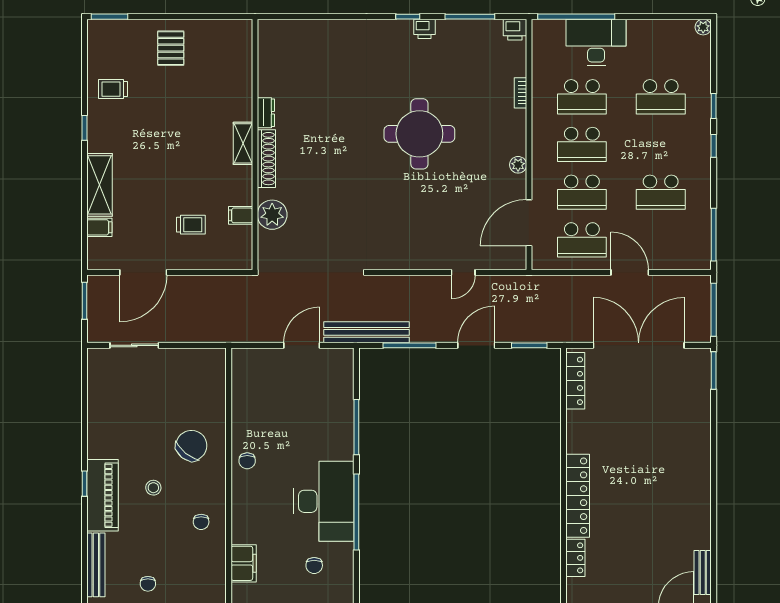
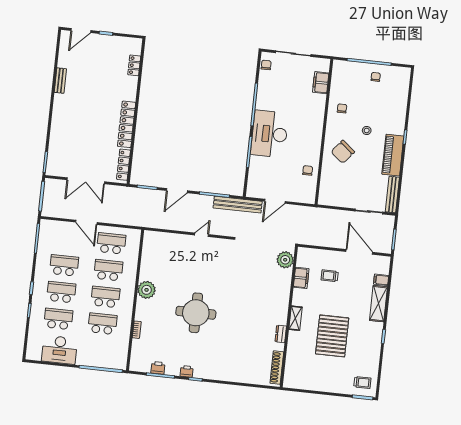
plant: (703, 27) -> (30, 355), removed
printer: (515, 30) -> (158, 368), moved
desk: (596, 42) -> (60, 350), moved
pallet: (171, 48) -> (332, 336), moved, width x2.05, depth x2.00
trolley: (113, 89) -> (362, 382), moved
school desk: (661, 144) -> (61, 292), added
shoe rack: (266, 159) -> (277, 368), moved
plant: (518, 165) -> (147, 290), width x1.88, depth x1.88
filing cabinet: (241, 215) -> (301, 278), width x2.00
plant: (272, 215) -> (285, 260), moved
door: (529, 223) -> (140, 256), removed
door: (143, 272) -> (359, 252), hinge flipped
door: (463, 272) -> (202, 235), moved
double door: (639, 345) -> (86, 181), width x0.73
chair: (247, 461) -> (308, 170), moved
piano: (103, 495) -> (393, 155), moved
locker: (578, 496) -> (127, 124), moved
desk: (324, 501) -> (269, 134), moved
bench: (96, 565) -> (392, 195), moved
chair: (314, 565) -> (266, 65), moved
bench: (703, 573) -> (60, 81), moved

